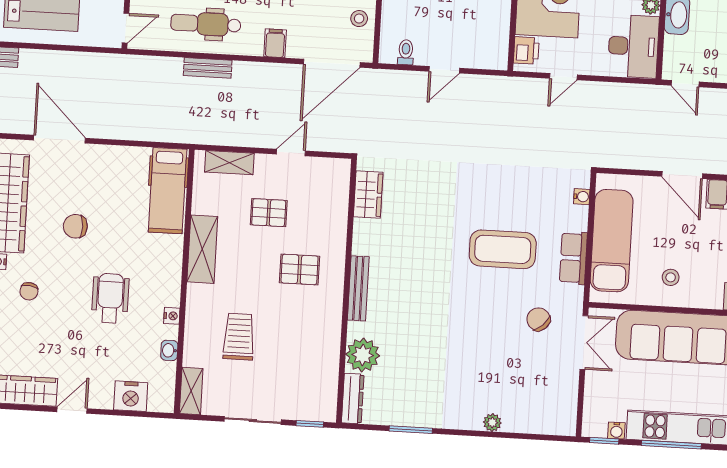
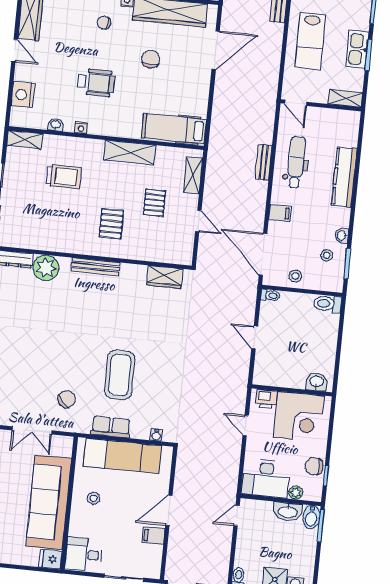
toilet: (406, 52) -> (270, 295), moved
double door: (584, 342) -> (32, 430), moved

